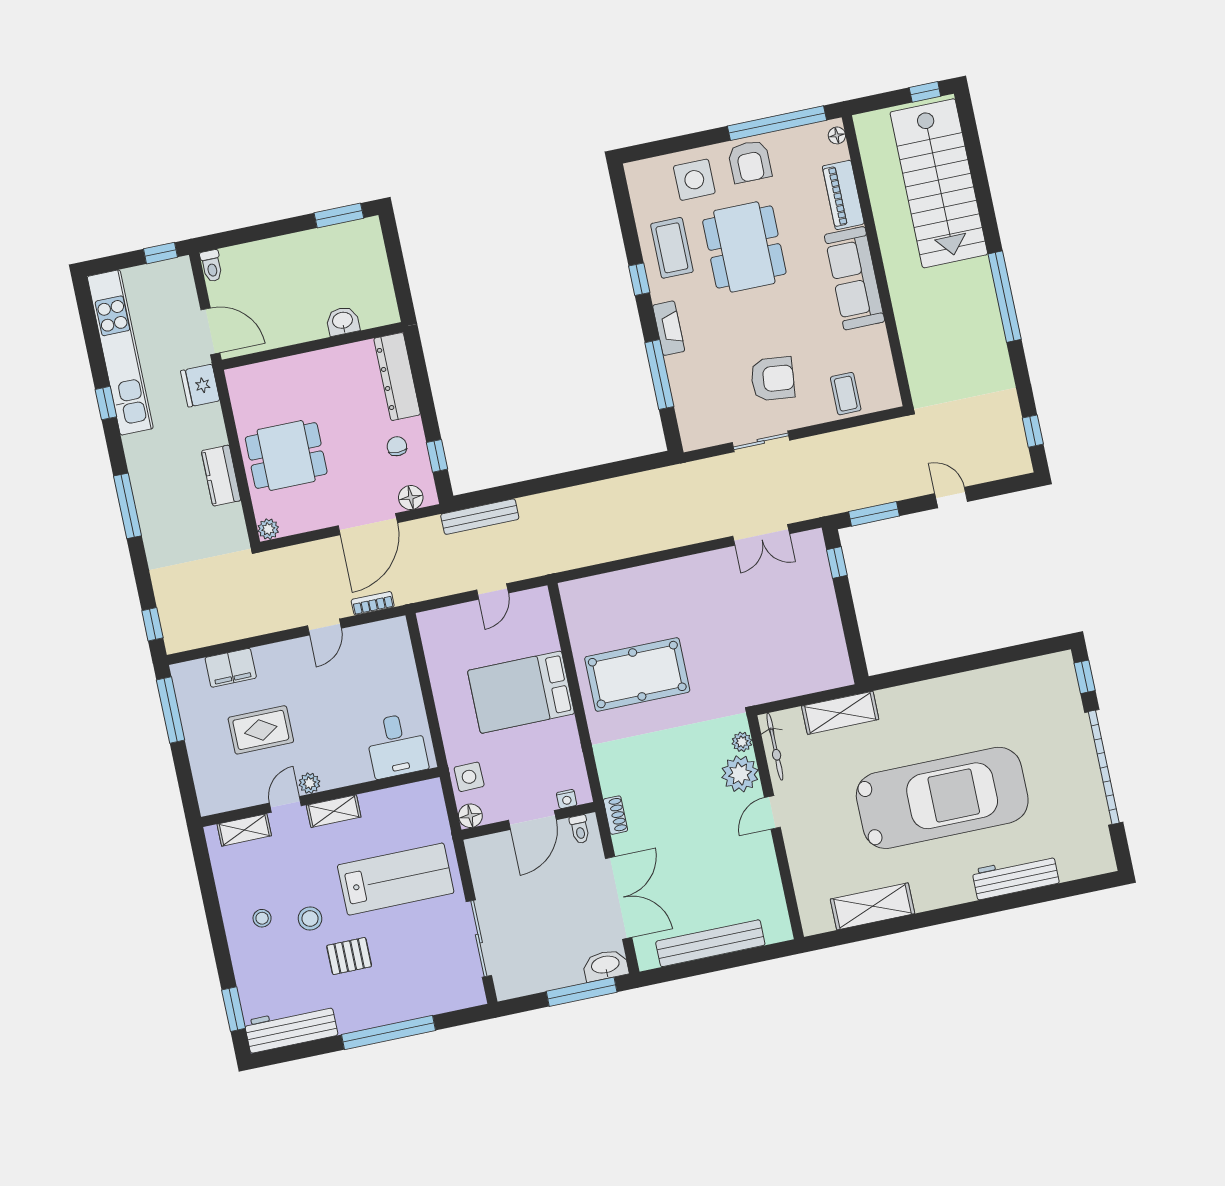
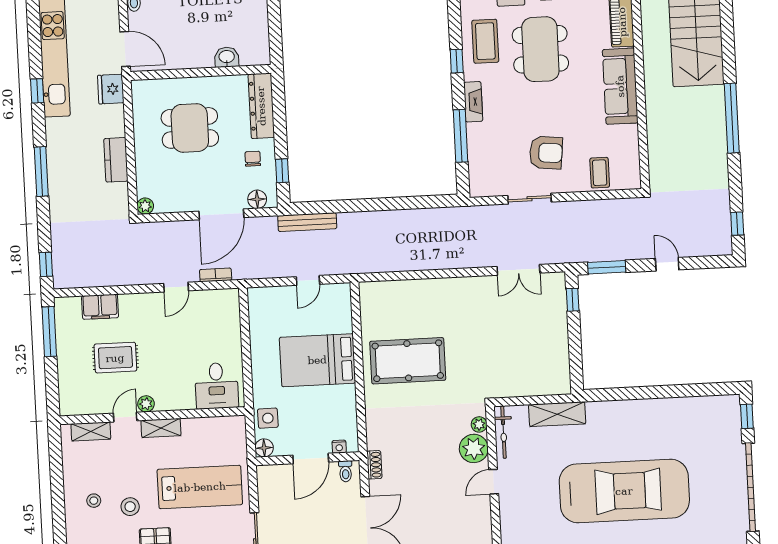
dining table: (286, 455) -> (190, 128), moved

